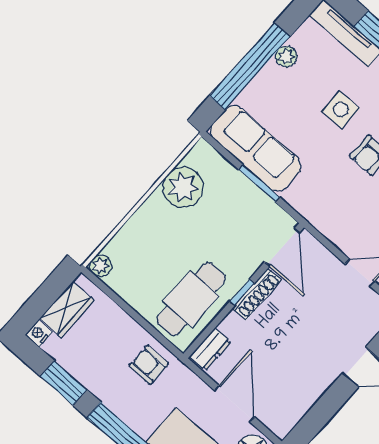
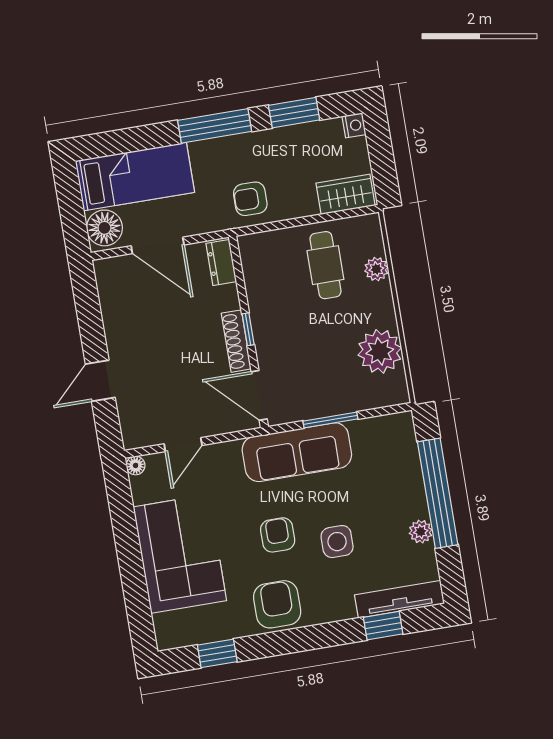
sofa: (256, 148) -> (297, 452), moved
plant: (101, 266) -> (376, 269), moved
cafe table: (191, 299) -> (325, 265), moved, width x0.73, depth x0.74
wardrobe: (67, 309) -> (346, 194), moved, turned 90
armchair: (149, 365) -> (250, 199), turned 180

